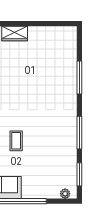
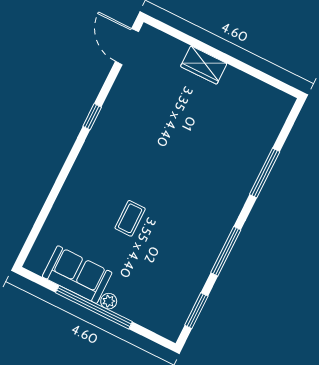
plant: (65, 194) -> (109, 301), moved

